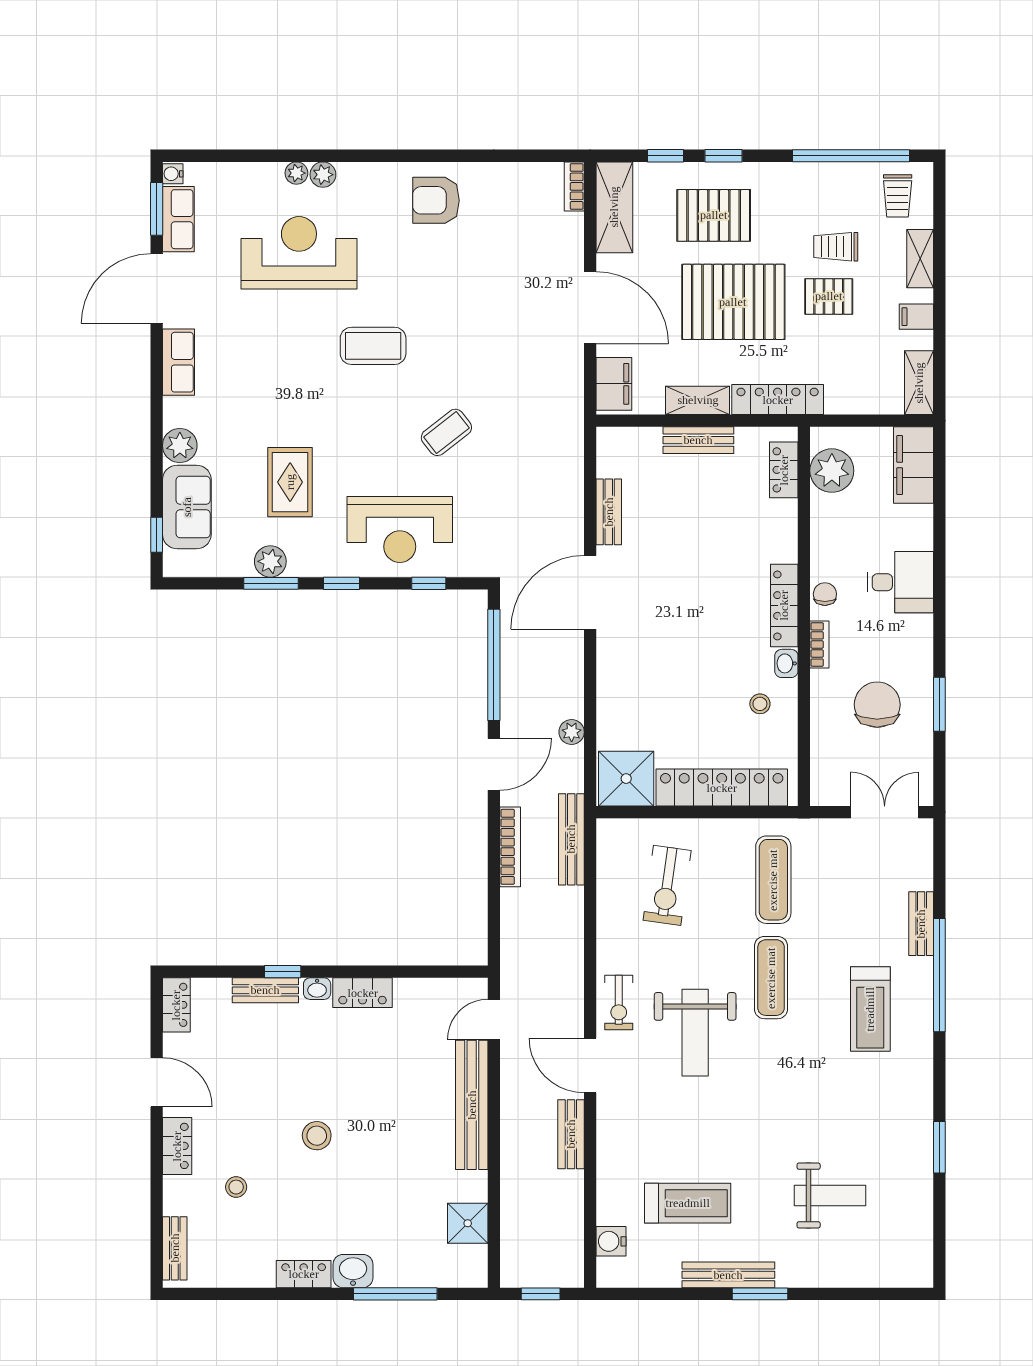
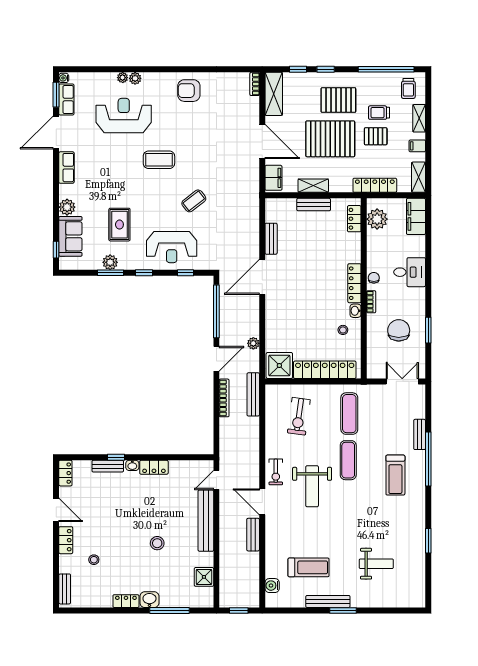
pallet: (714, 215) -> (338, 100), moved
locker: (778, 400) -> (375, 185), moved
stool: (317, 1136) -> (157, 543), moved

